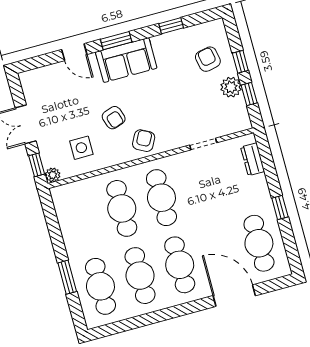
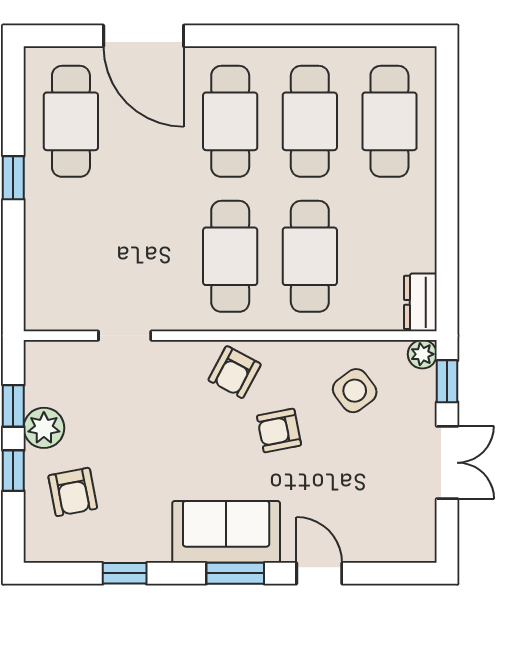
armchair: (114, 118) -> (279, 430), turned -82
side table: (81, 148) -> (355, 391), turned -37
dresser: (253, 159) -> (420, 302), moved, turned 180
window: (67, 277) -> (447, 155), removed

